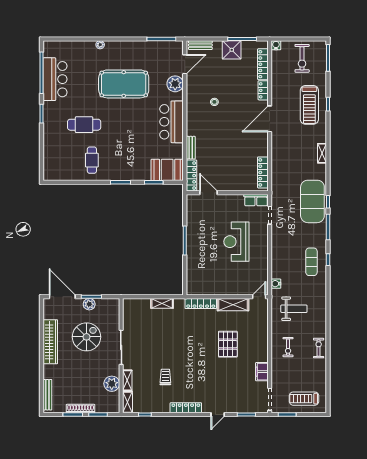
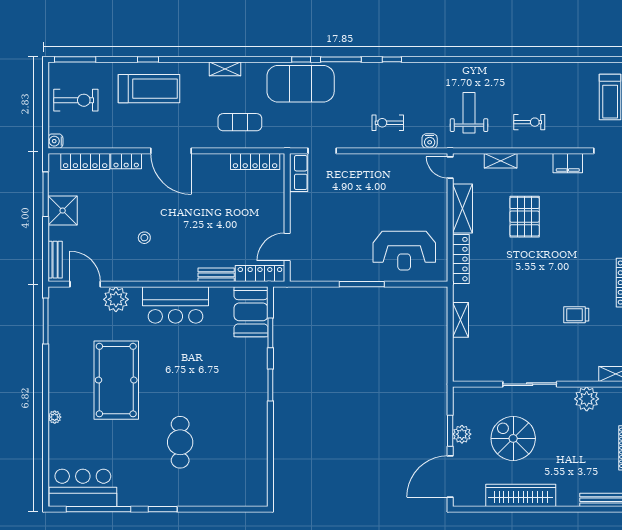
bar counter: (55, 79) -> (83, 488), moved
cafe table: (92, 160) -> (236, 430), removed
reception desk: (236, 242) -> (404, 251), moved
exercise mat: (311, 262) -> (240, 122), moved
pallet: (228, 344) -> (525, 217), turned 90
exercise bike: (319, 348) -> (388, 123), moved
shelving: (127, 380) -> (501, 161), moved

